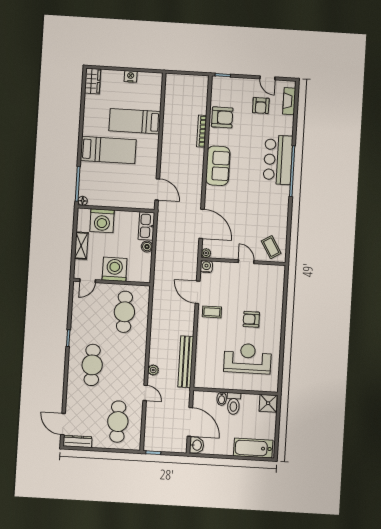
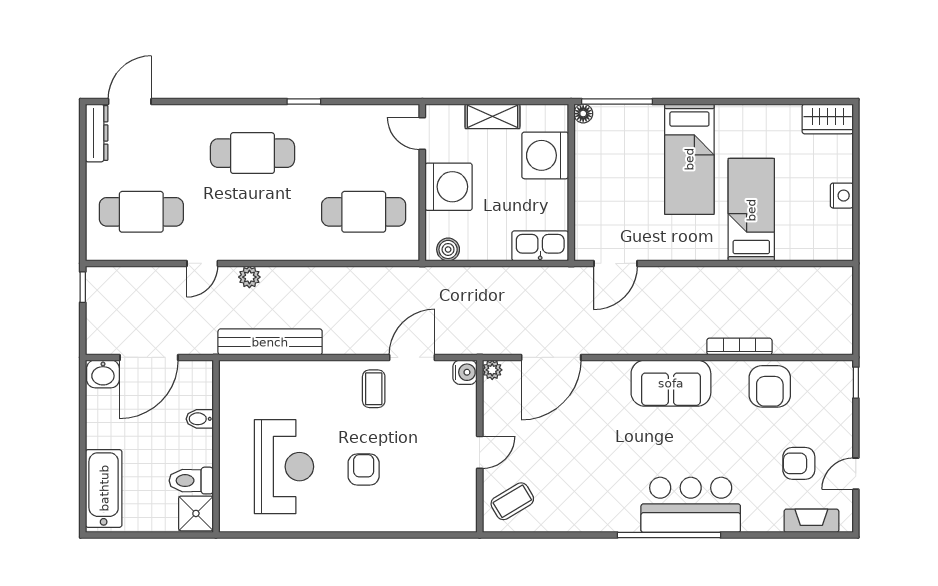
boiler: (147, 247) -> (448, 249), moved
toilet: (234, 404) -> (191, 481), moved

